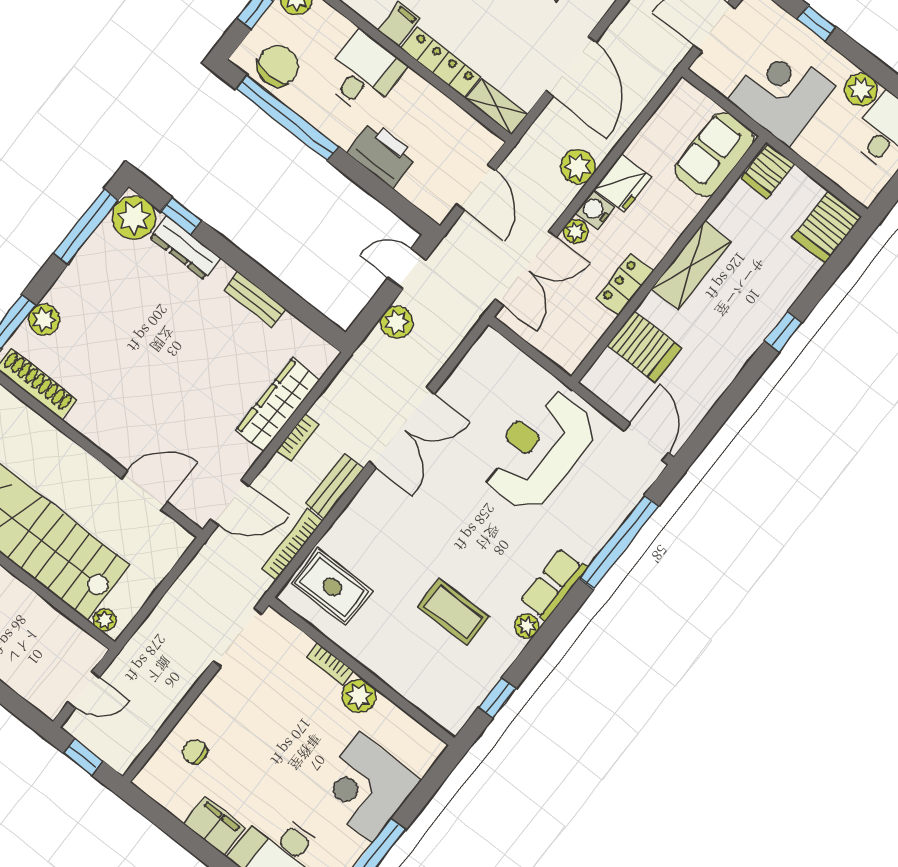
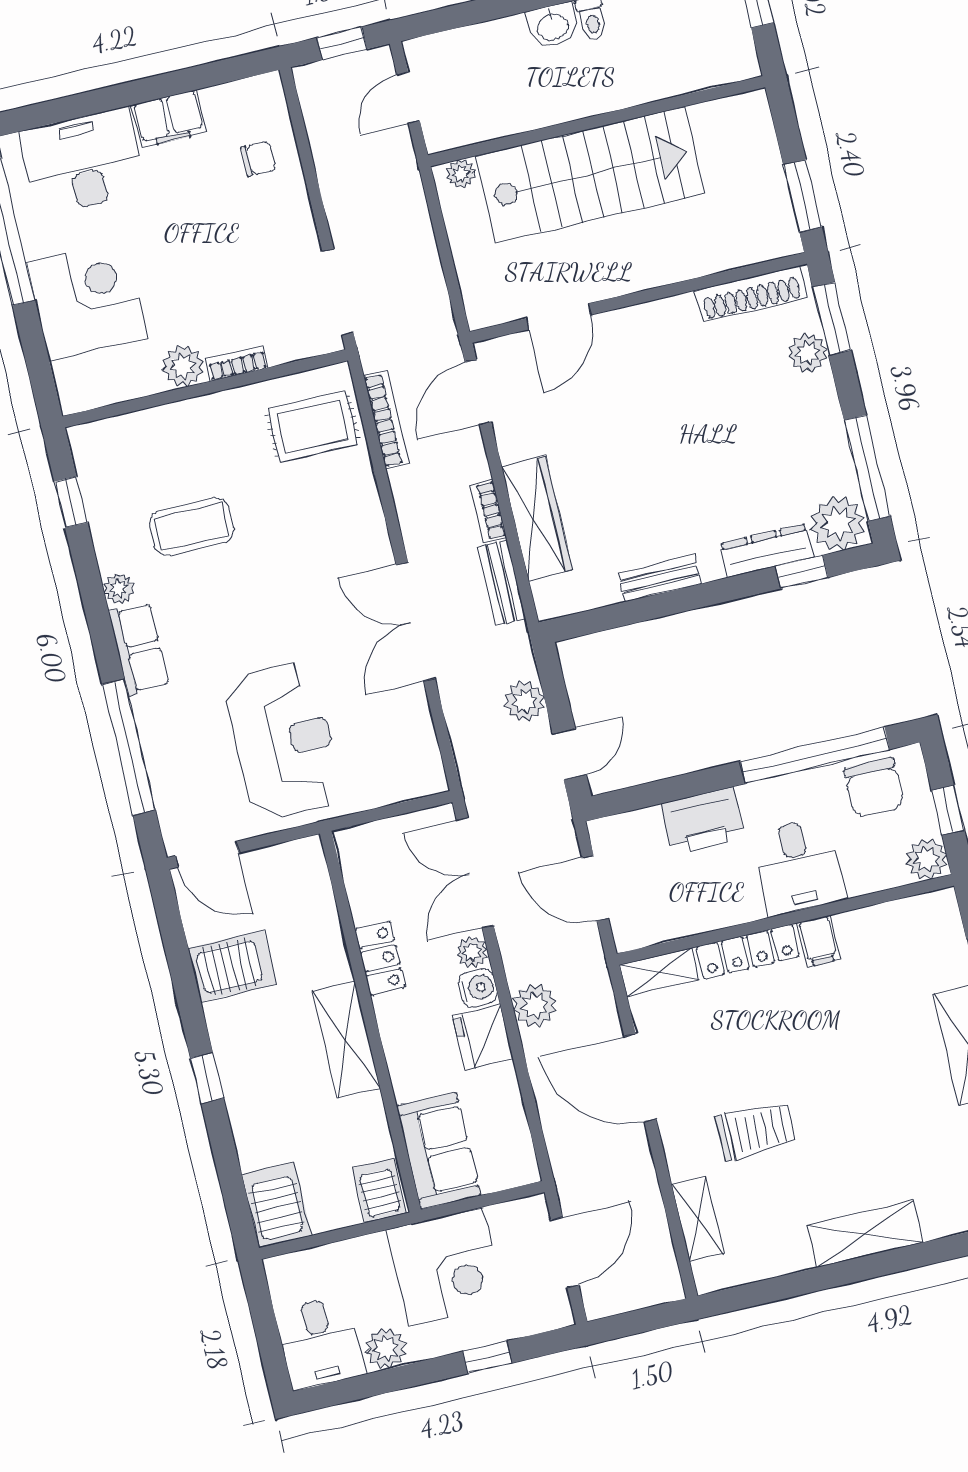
server rack: (645, 347) -> (232, 966), moved, turned 180
bench: (334, 487) -> (501, 583), moved

